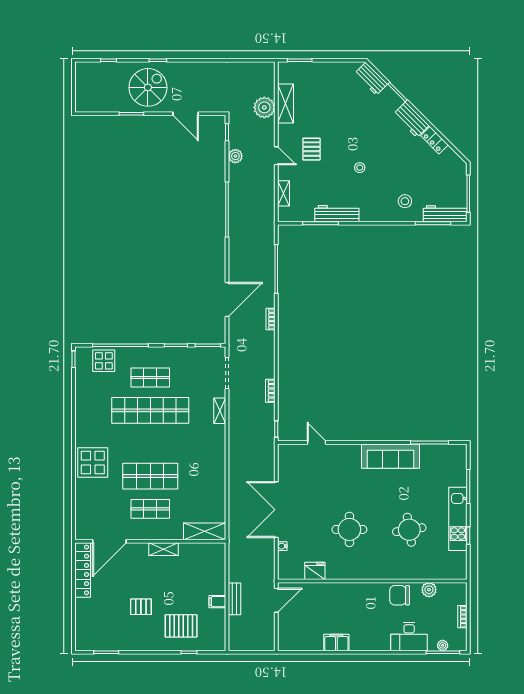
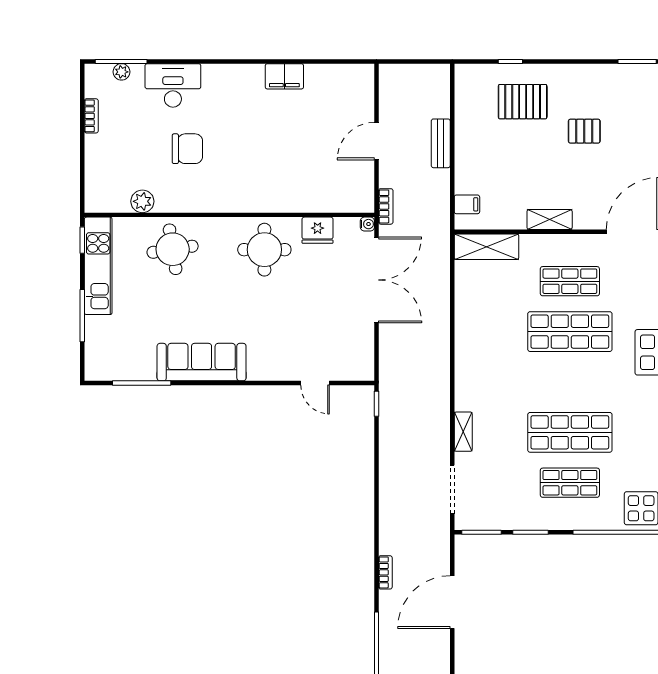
bookcase: (270, 391) -> (386, 206), moved
shop shelf: (150, 410) -> (570, 432), width x0.71
fridge: (315, 571) -> (318, 230), moved
wall: (372, 581) -> (229, 215), moved
plant: (429, 590) -> (142, 201), moved
filing cabinet: (217, 602) -> (467, 204), moved

